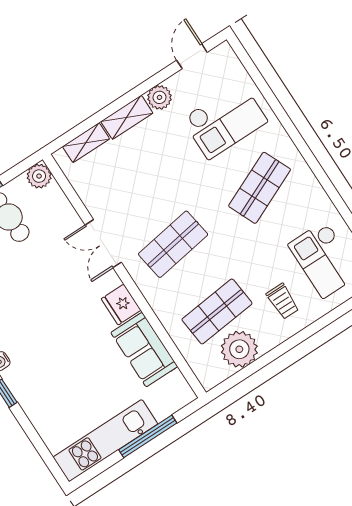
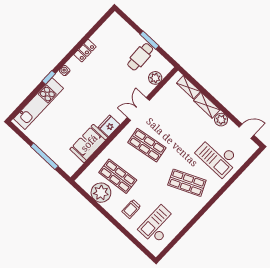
plant: (39, 176) -> (155, 78), moved
kitchen unit: (105, 441) -> (38, 104), moved, turned 90

